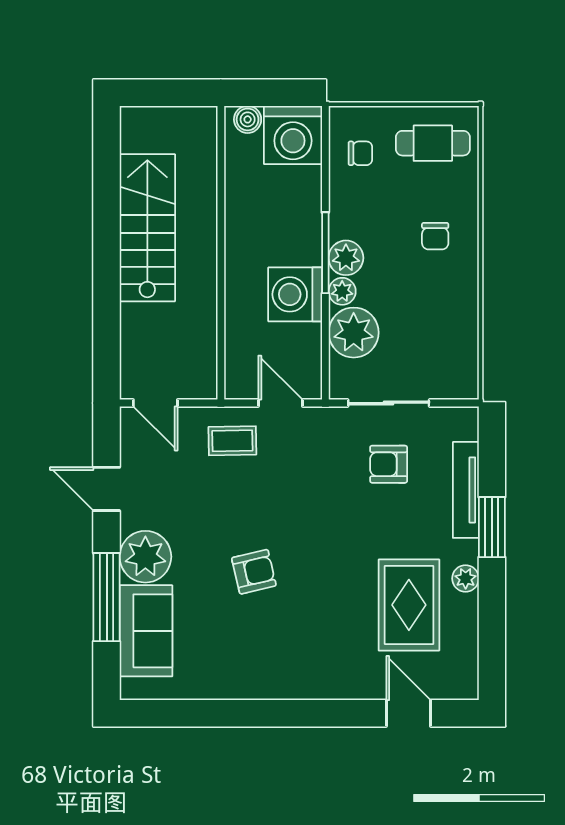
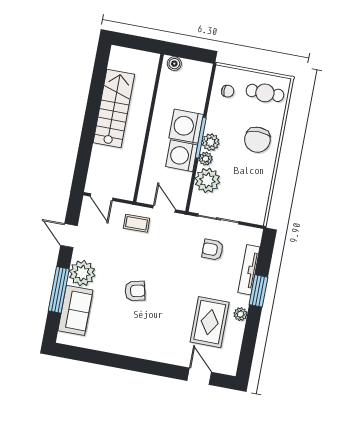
washing machine: (293, 135) -> (186, 126), moved, turned 90
chair: (435, 236) -> (257, 140), width x1.87, depth x1.87

